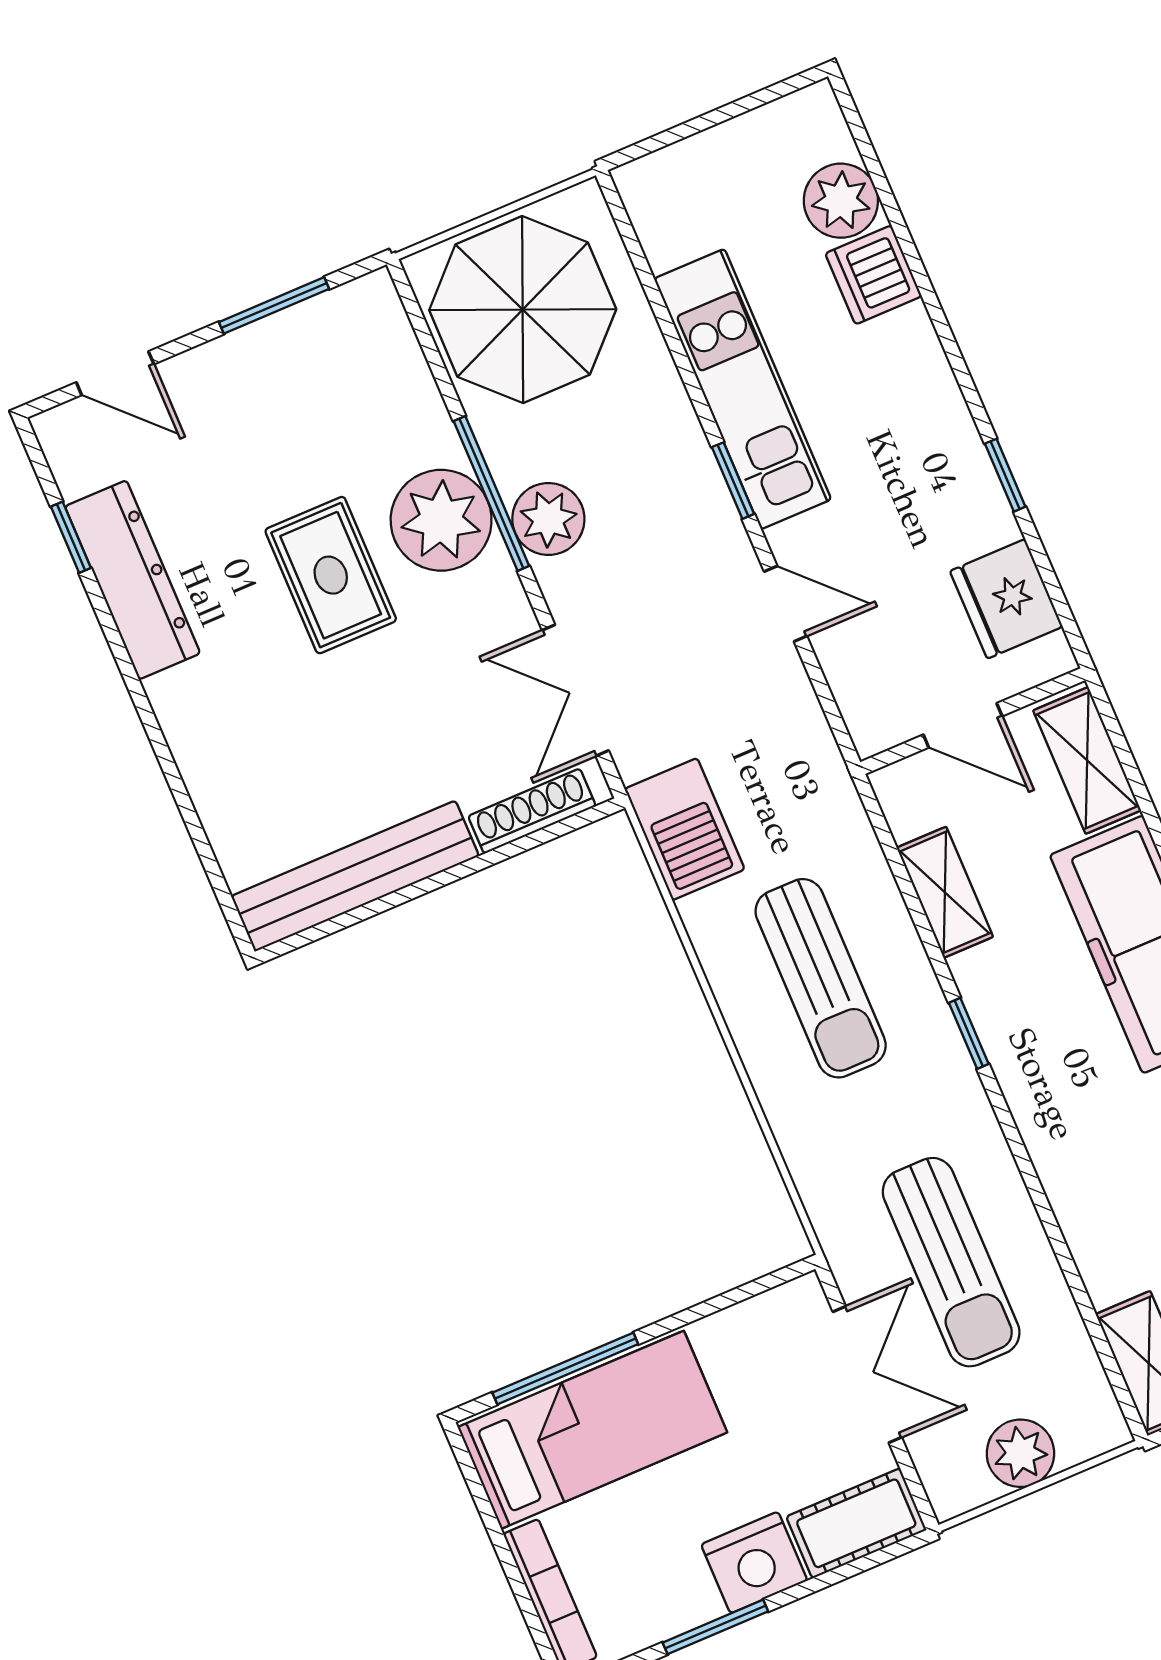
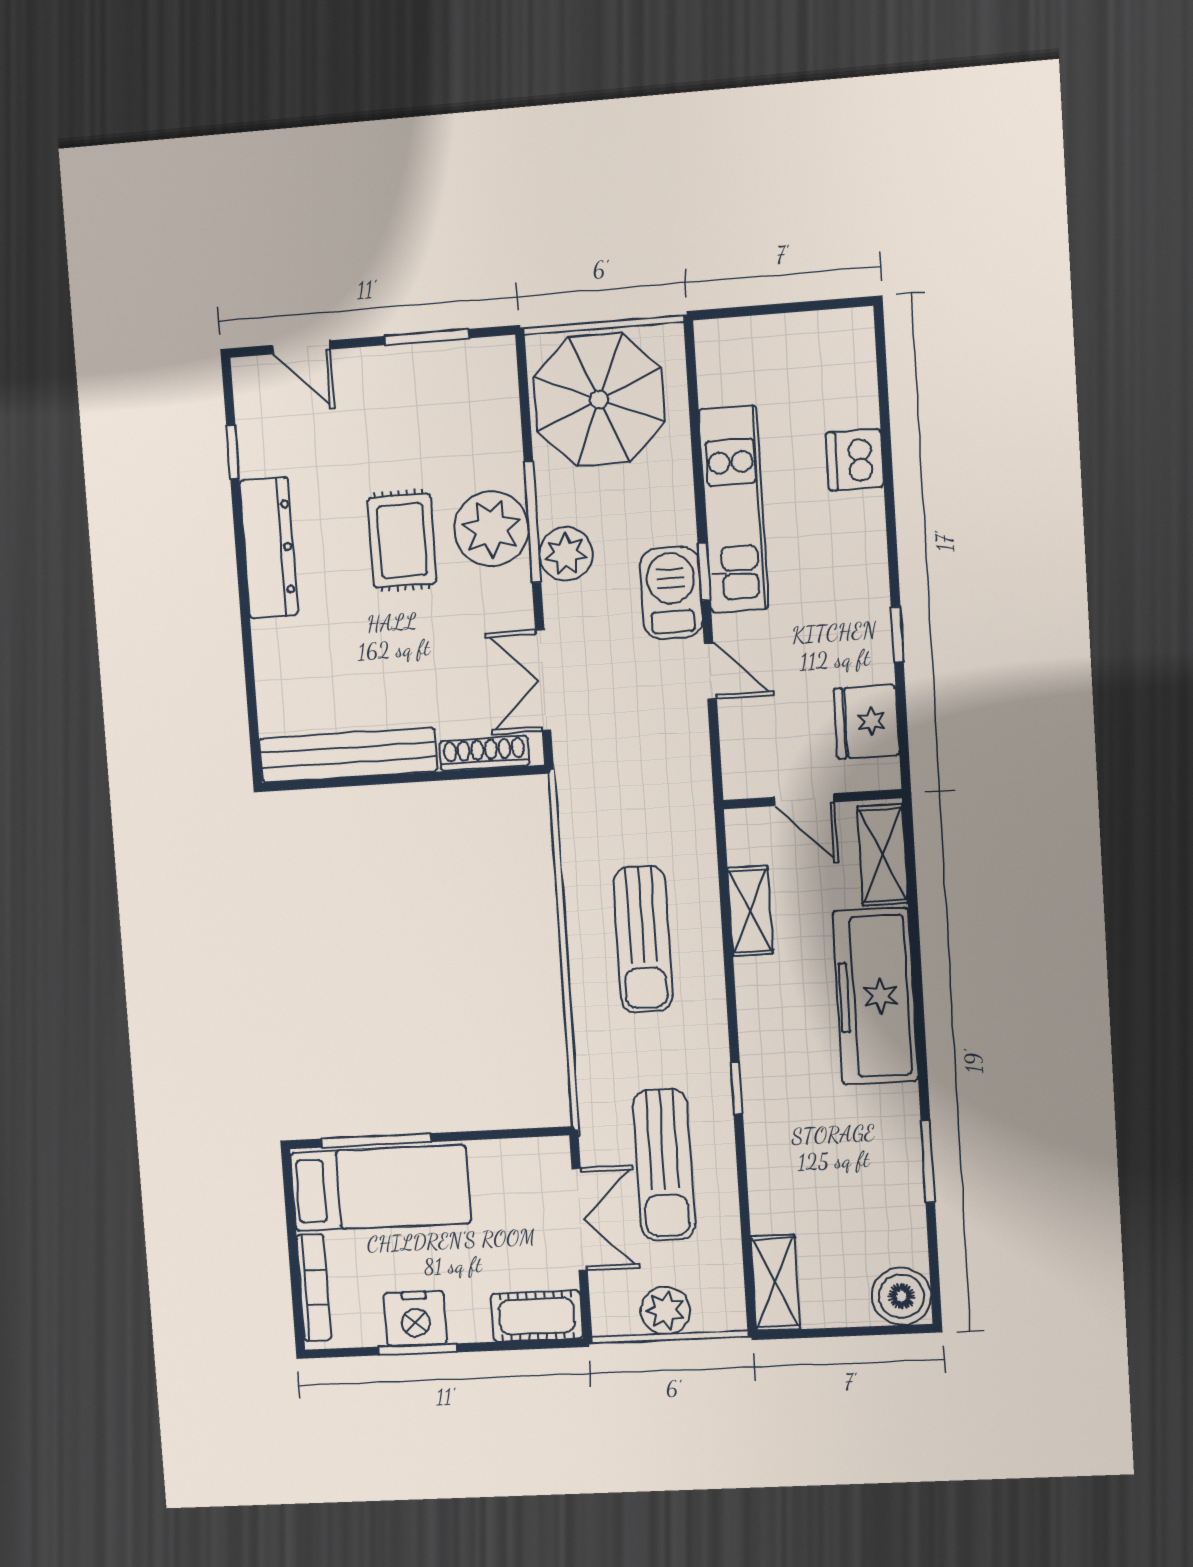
plant: (841, 201) -> (851, 399), removed
dresser: (133, 580) -> (269, 548), moved
barbecue: (685, 829) -> (671, 593), moved, turned 180
window: (969, 1033) -> (737, 1088), moved
nightstand: (754, 1563) -> (415, 1318), moved

